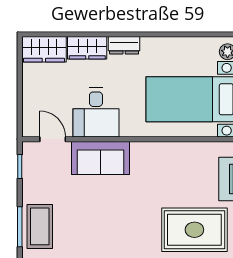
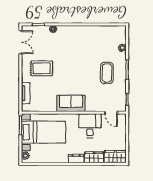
sofa: (101, 158) -> (71, 103), moved
coffee table: (40, 226) -> (107, 73), moved
rug: (194, 230) -> (42, 68), width x0.73, depth x0.70

